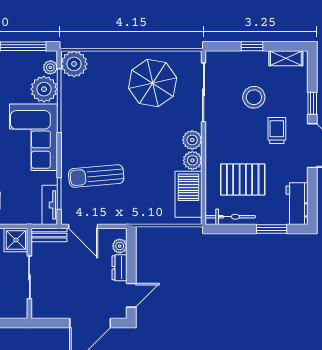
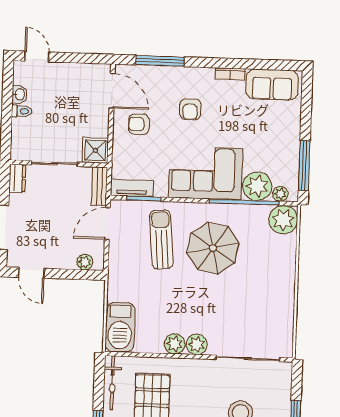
parasol: (153, 83) -> (213, 248), moved
barbecue: (188, 194) -> (120, 327), moved, turned 90
dresser: (120, 268) -> (17, 178), moved, turned 90

